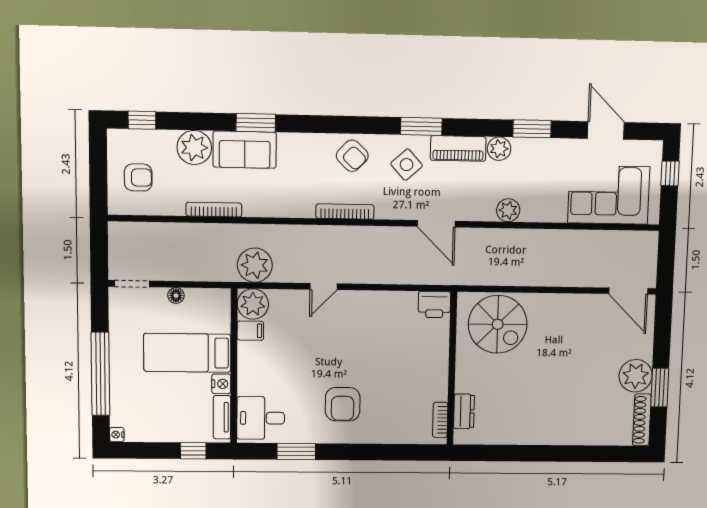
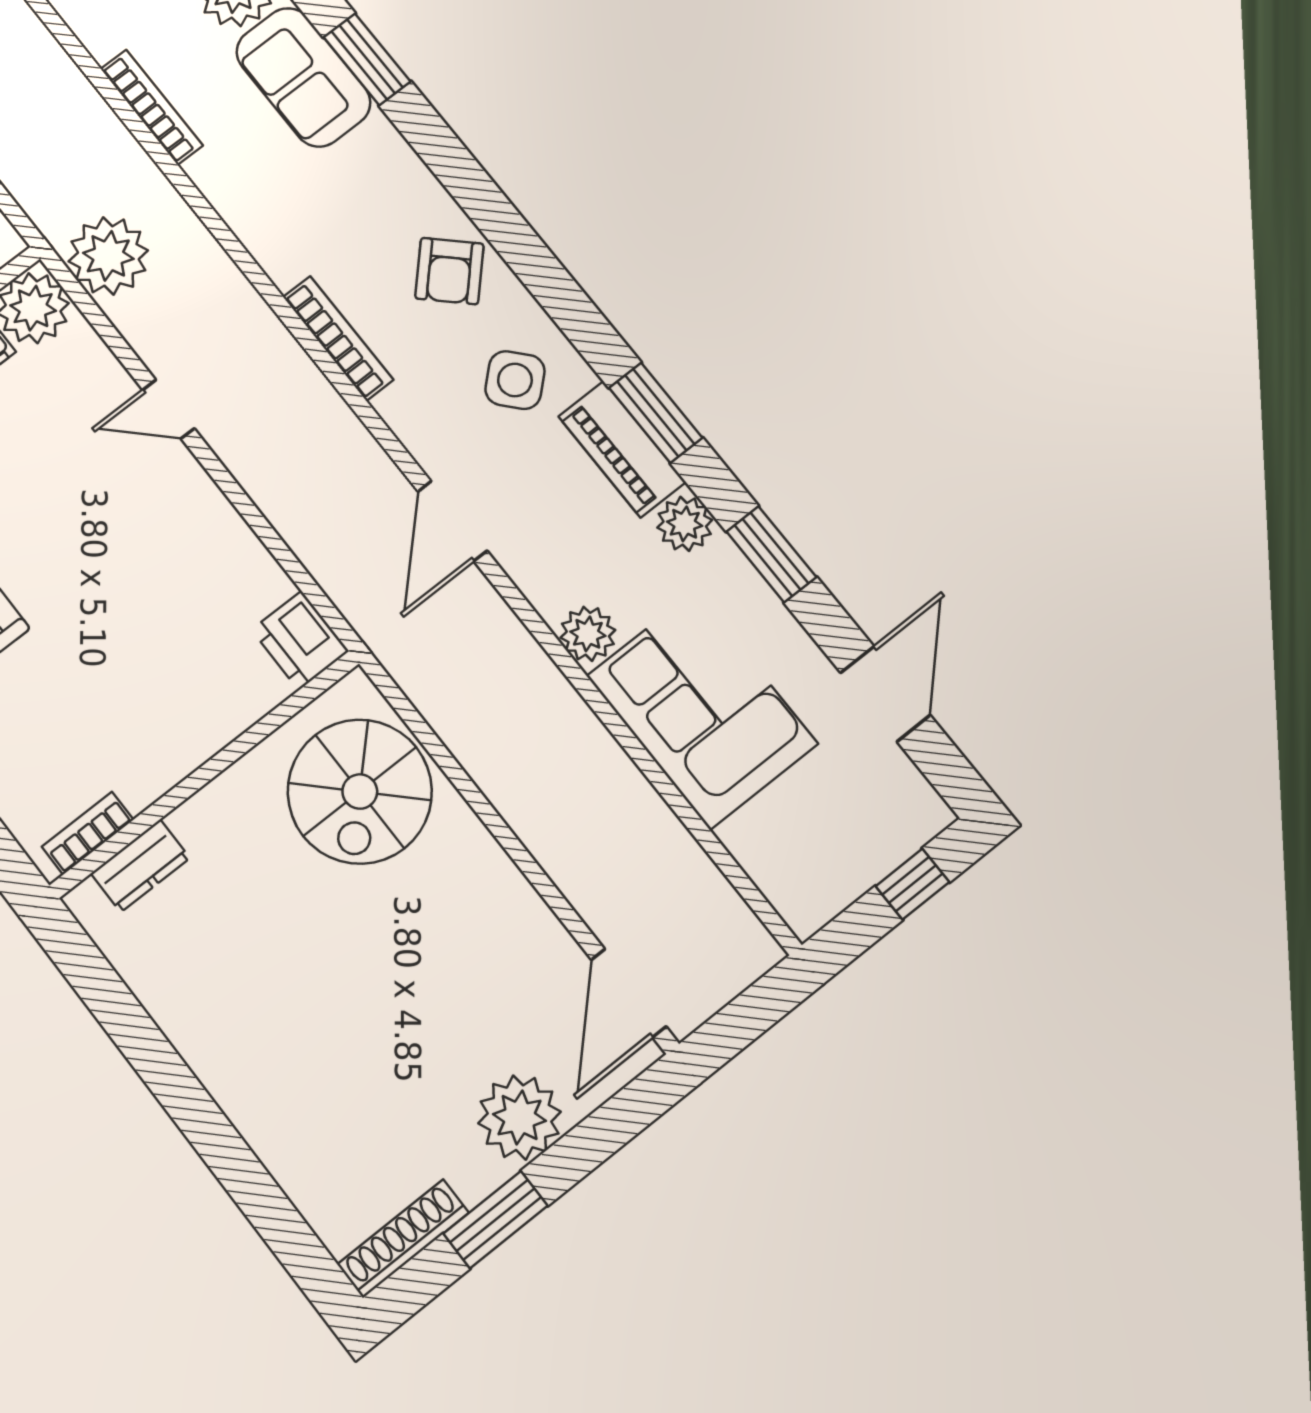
window: (421, 126) -> (656, 413), moved
corner sofa: (609, 195) -> (702, 710), moved
plant: (636, 376) -> (520, 1117), moved

